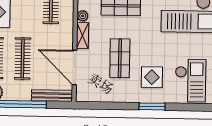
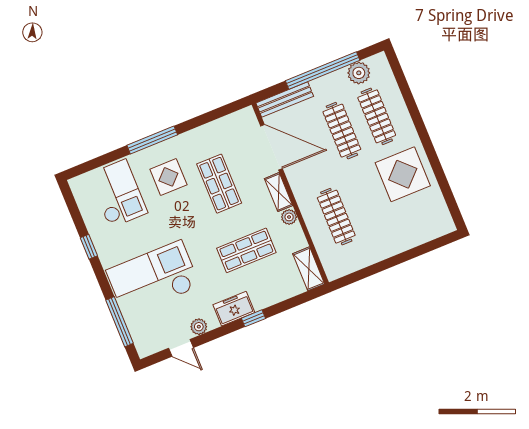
checkout: (190, 81) -> (118, 194), turned 180
window: (152, 106) -> (152, 140), width x1.44

